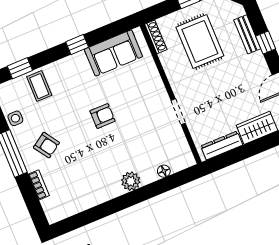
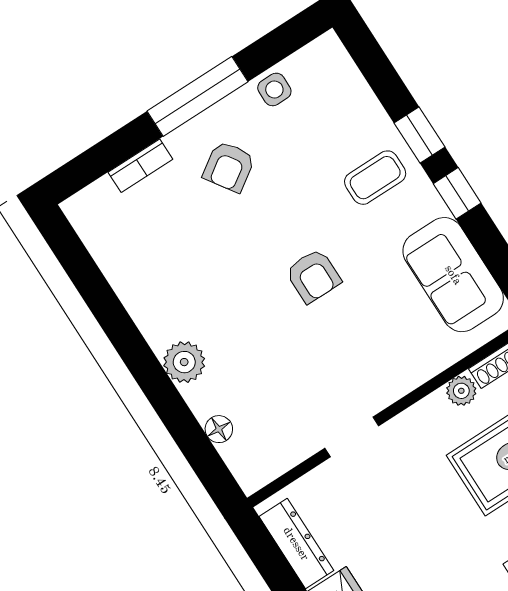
plant: (166, 59) -> (461, 391), added
window: (20, 68) -> (419, 135), moved
coffee table: (39, 86) -> (375, 178), moved

